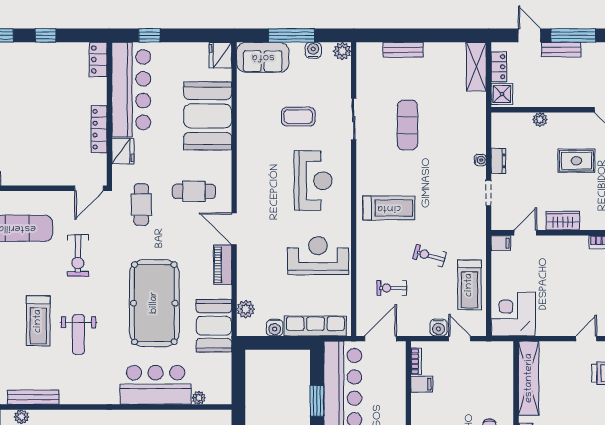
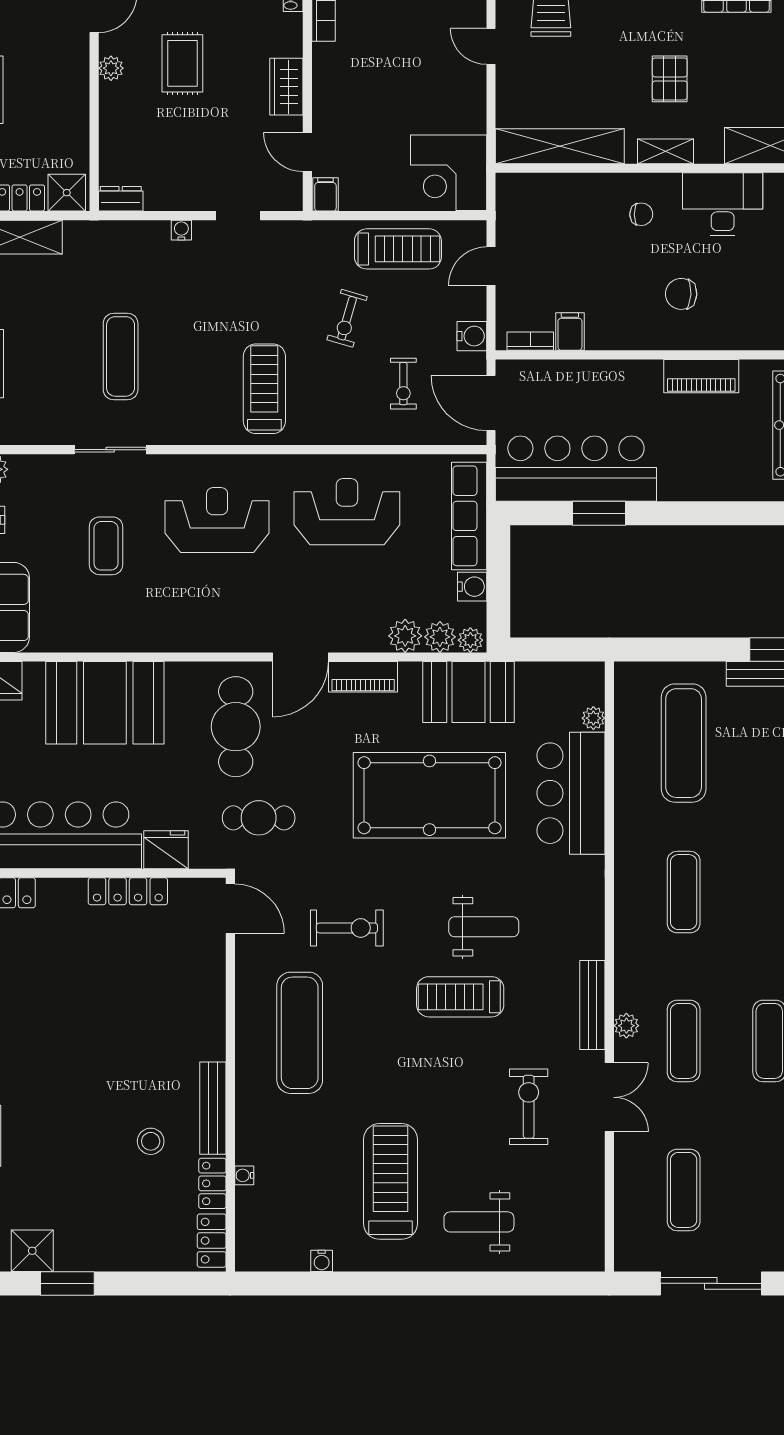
plant: (540, 119) -> (111, 68), moved
exercise mat: (407, 125) -> (121, 356), turned 90
dresser: (498, 161) -> (121, 199), moved
cafe table: (194, 191) -> (236, 727), width x1.37, depth x1.35
reception desk: (318, 256) -> (347, 512), turned 90
plant: (246, 289) -> (405, 636), added
treadmill: (38, 321) -> (460, 997), turned 180
plant: (244, 327) -> (470, 640), added
water cooler: (439, 328) -> (472, 336), moved

